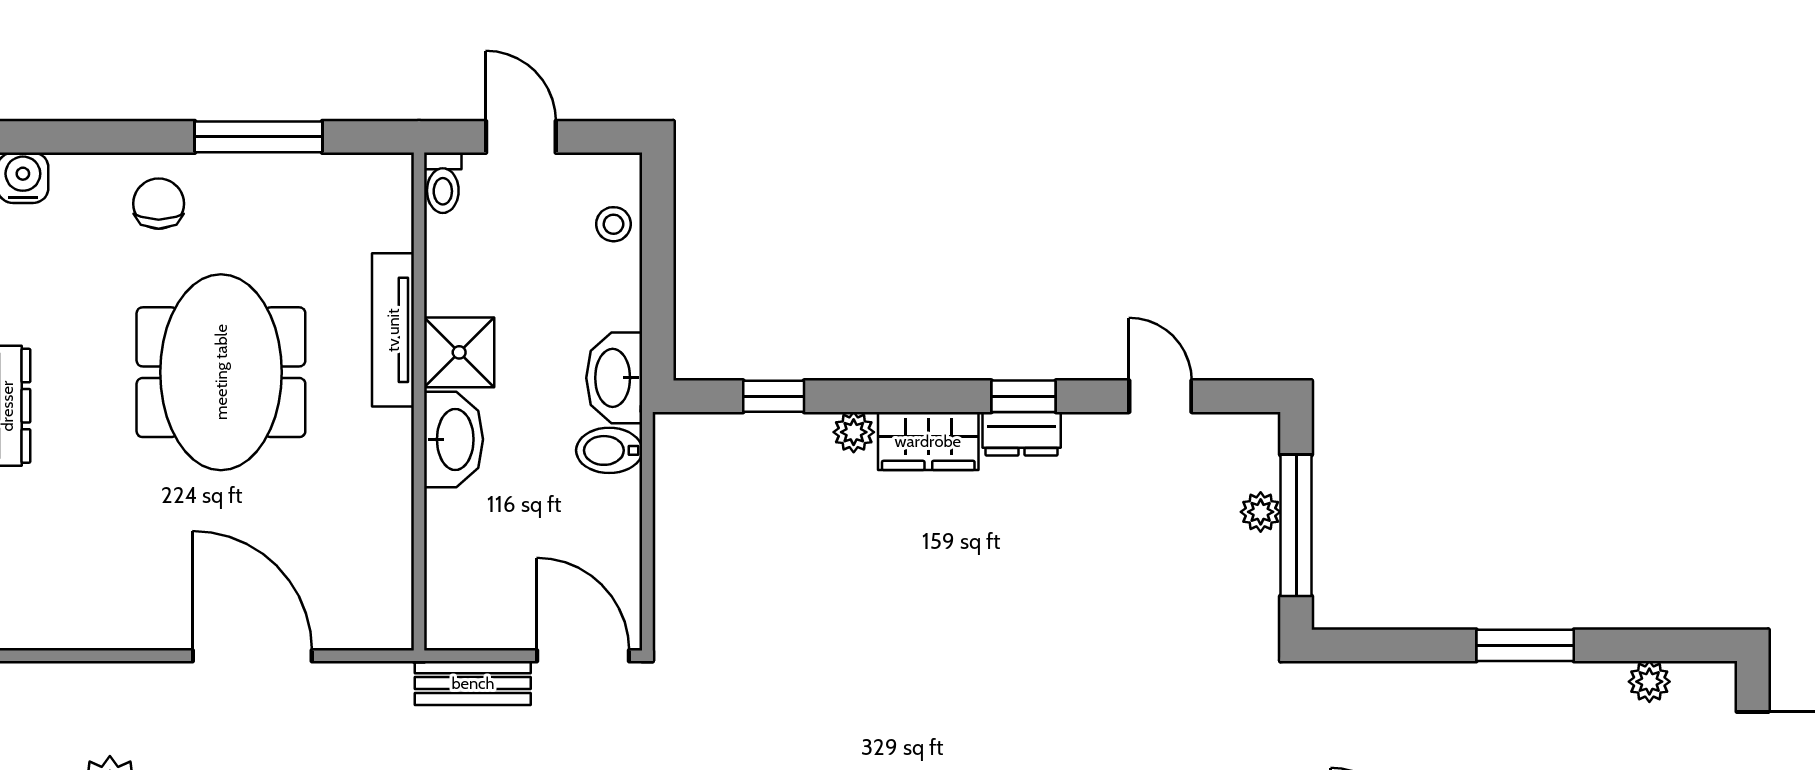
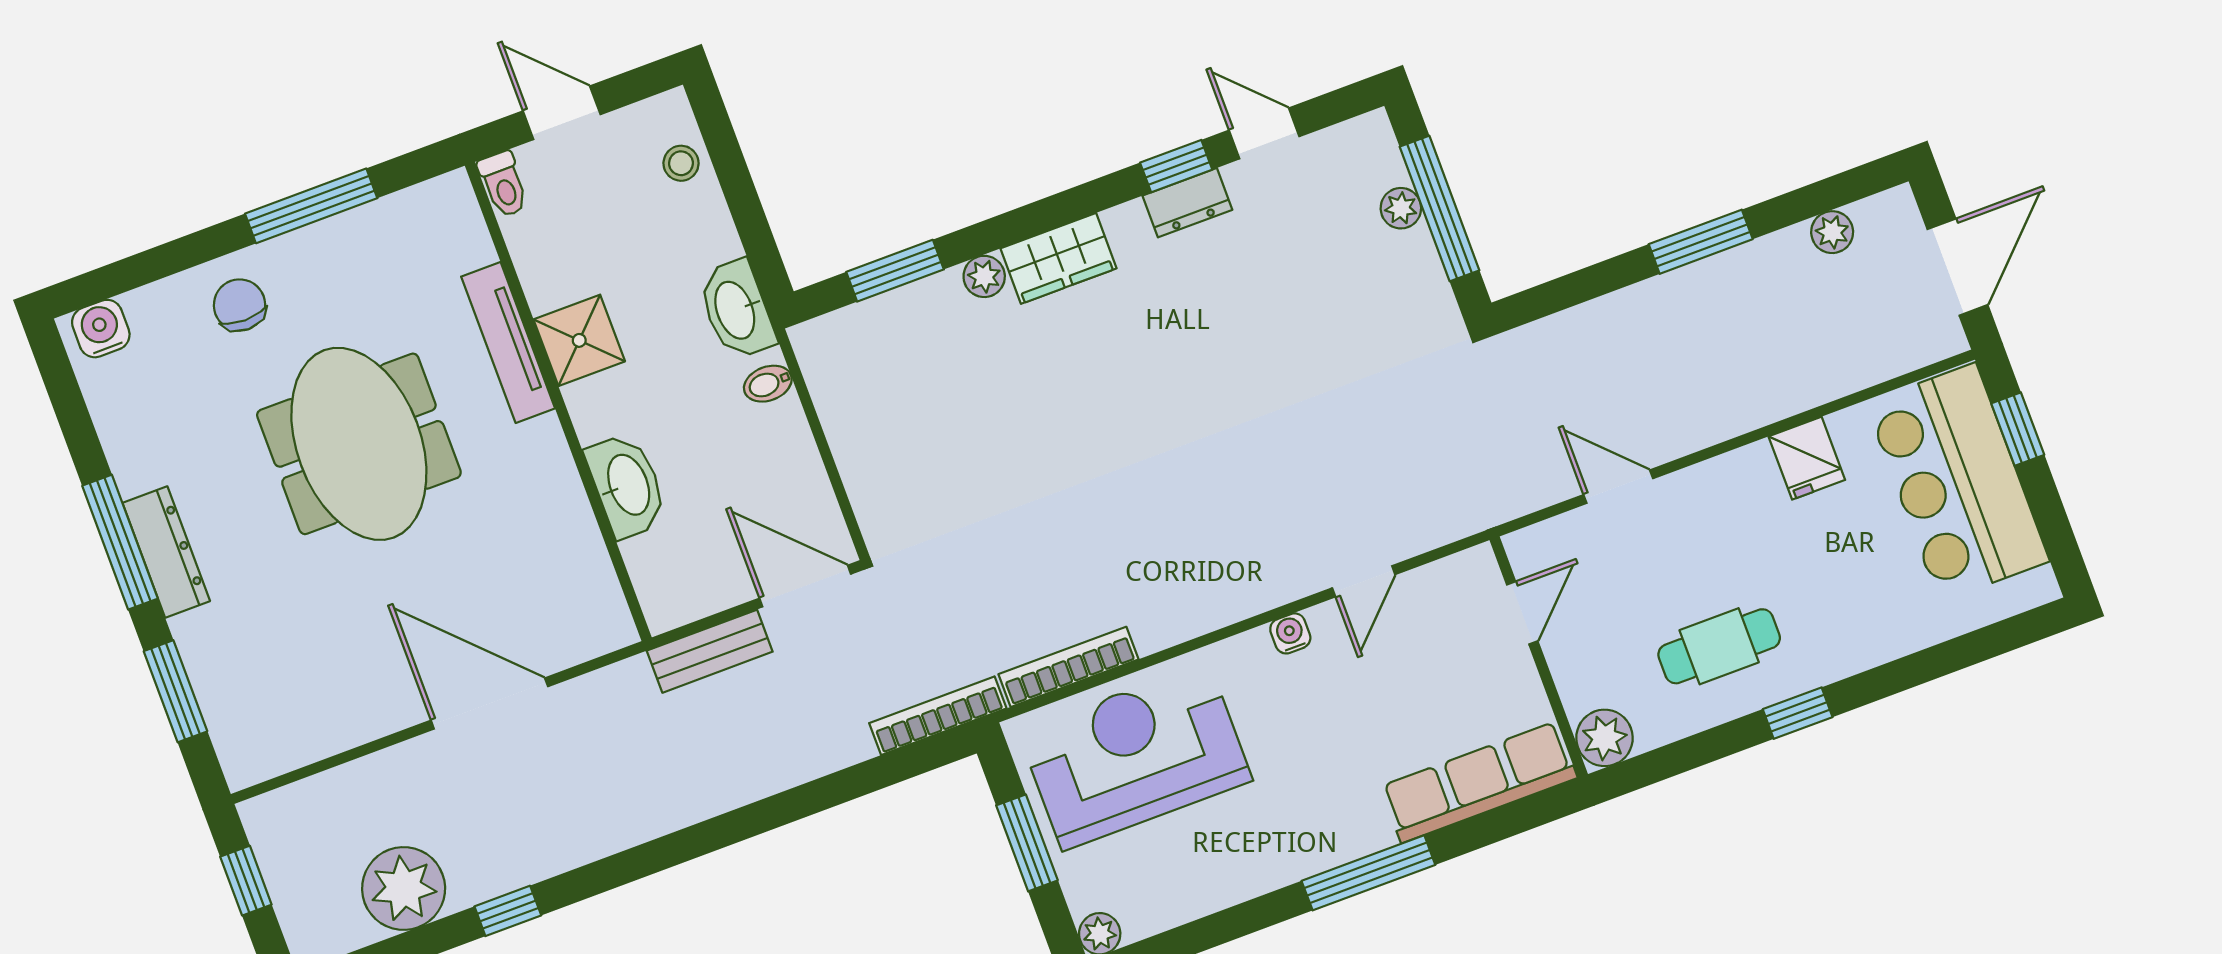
window: (774, 396) -> (895, 271), width x1.50
window: (1024, 396) -> (1176, 166), moved
dresser: (1022, 434) -> (1187, 203), moved
washbasin: (453, 439) -> (627, 485), moved
bidet: (609, 450) -> (768, 384), width x0.72, depth x0.74

